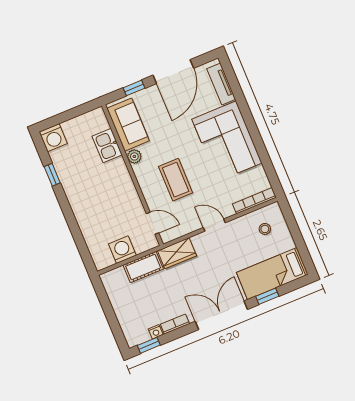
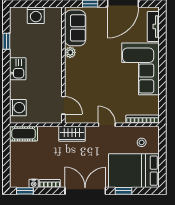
washing machine: (53, 138) -> (36, 15), moved
kitchen sink: (107, 146) -> (18, 69), moved, turned 180
coffee table: (176, 180) -> (93, 81), removed
washing machine: (122, 250) -> (18, 108), moved, turned 90
cot: (143, 267) -> (24, 134), moved
bed: (272, 274) -> (134, 171), width x1.50

